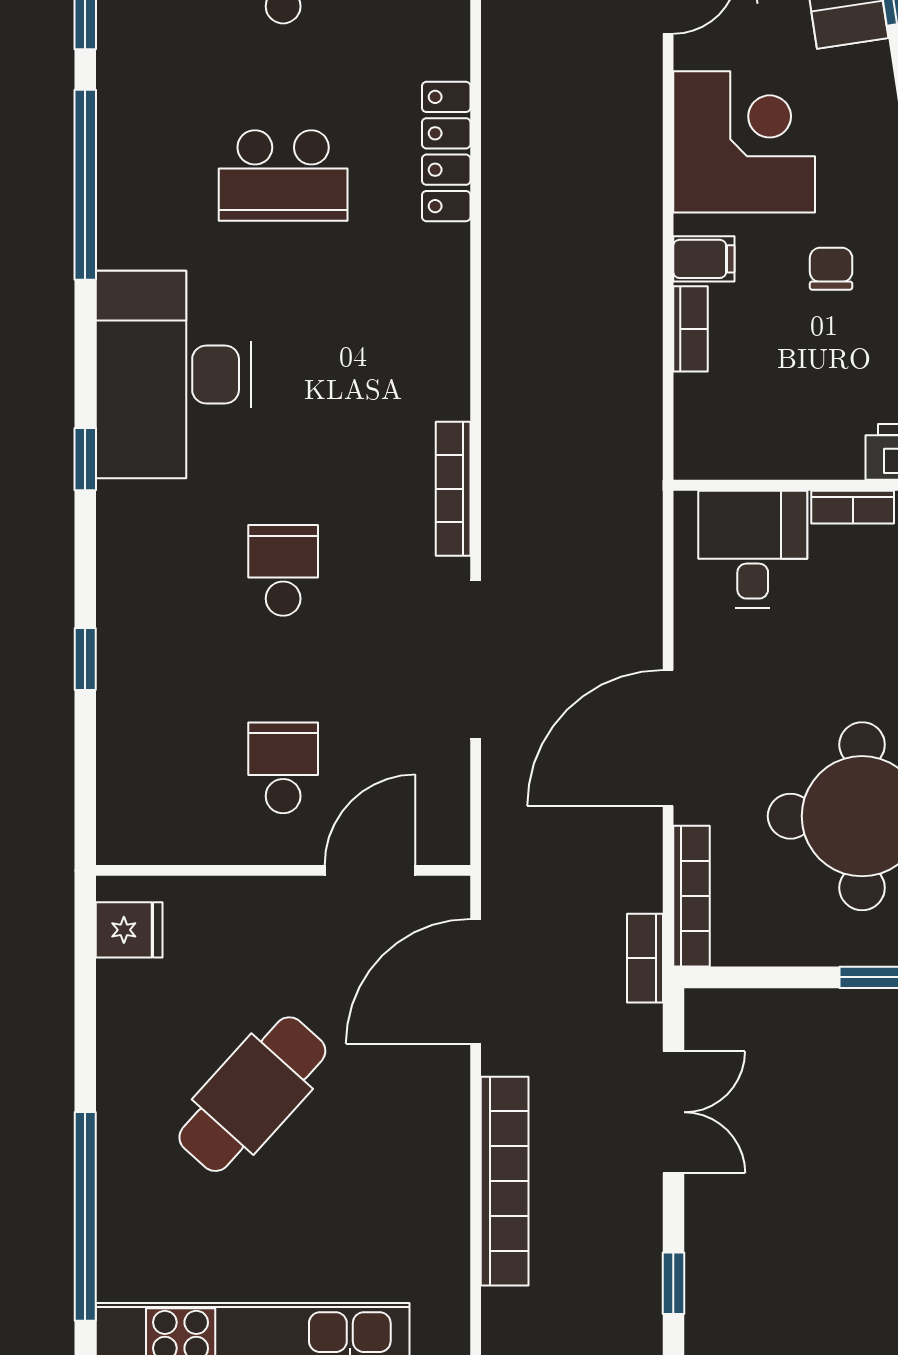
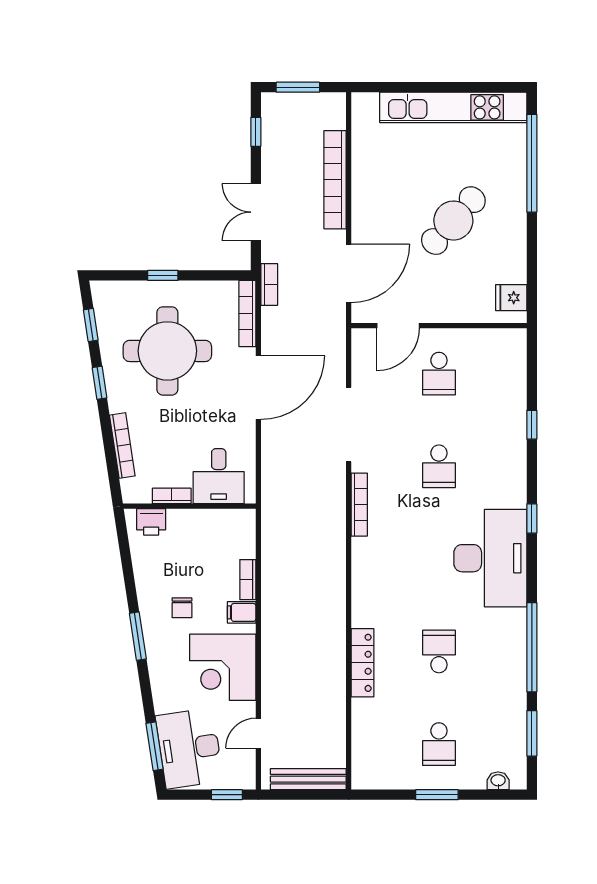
school desk: (283, 176) -> (439, 652), width x0.54

